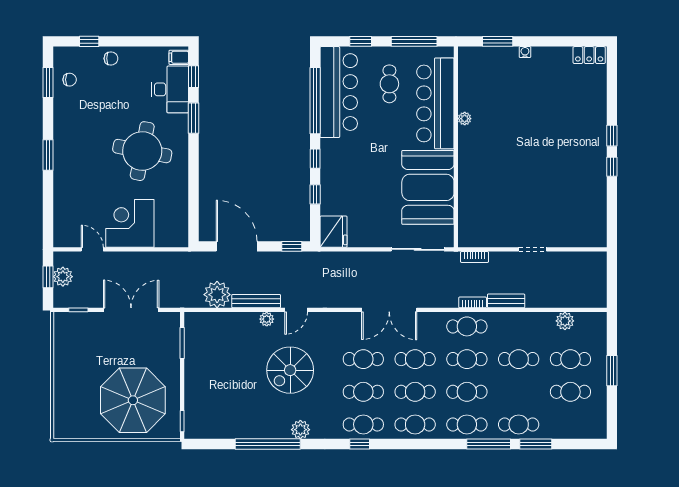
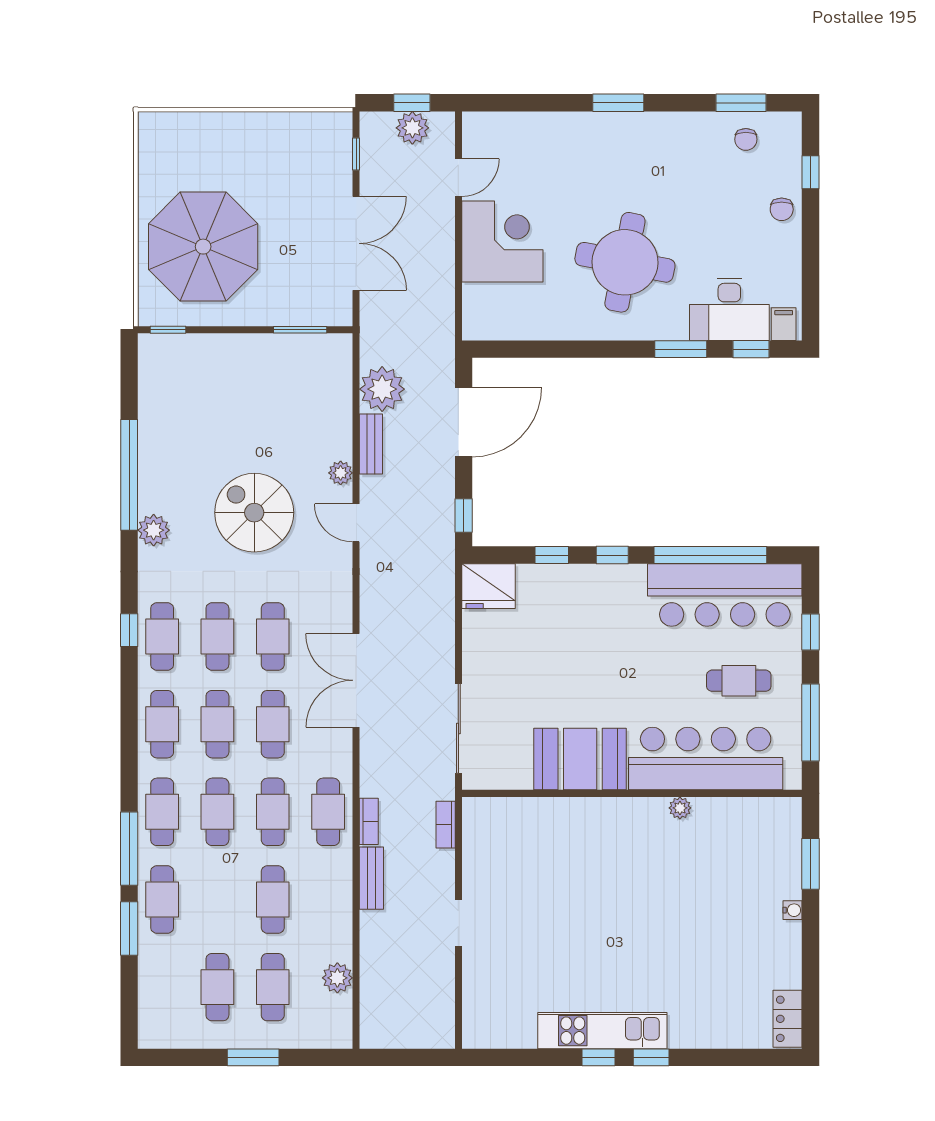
kitchen unit: (596, 164) -> (602, 1031), added
booth: (428, 187) -> (580, 759), width x0.73, depth x0.70
bench: (256, 301) -> (371, 444), width x0.73

